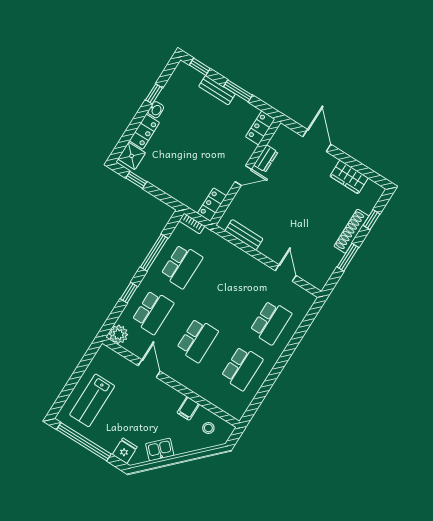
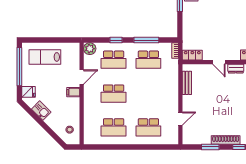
filing cabinet: (188, 408) -> (73, 92), moved

